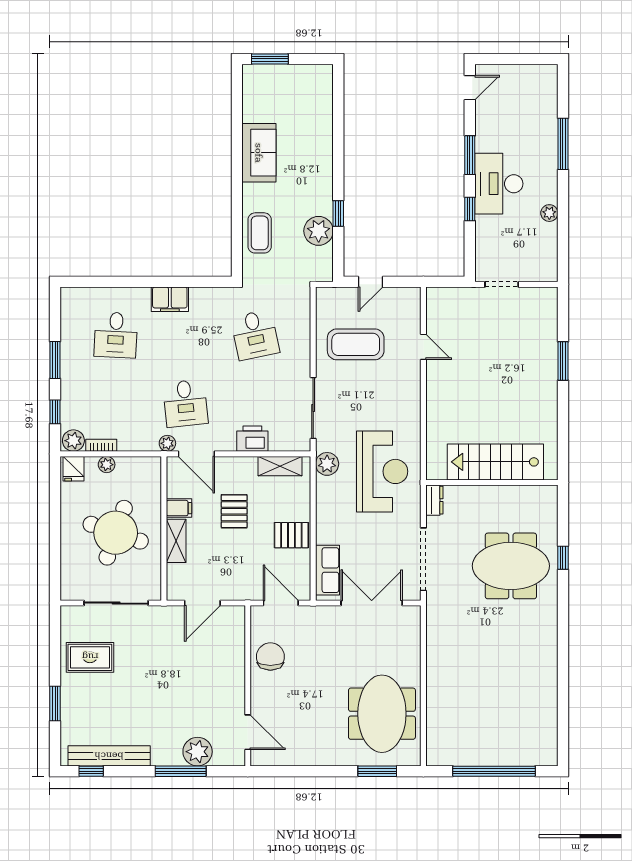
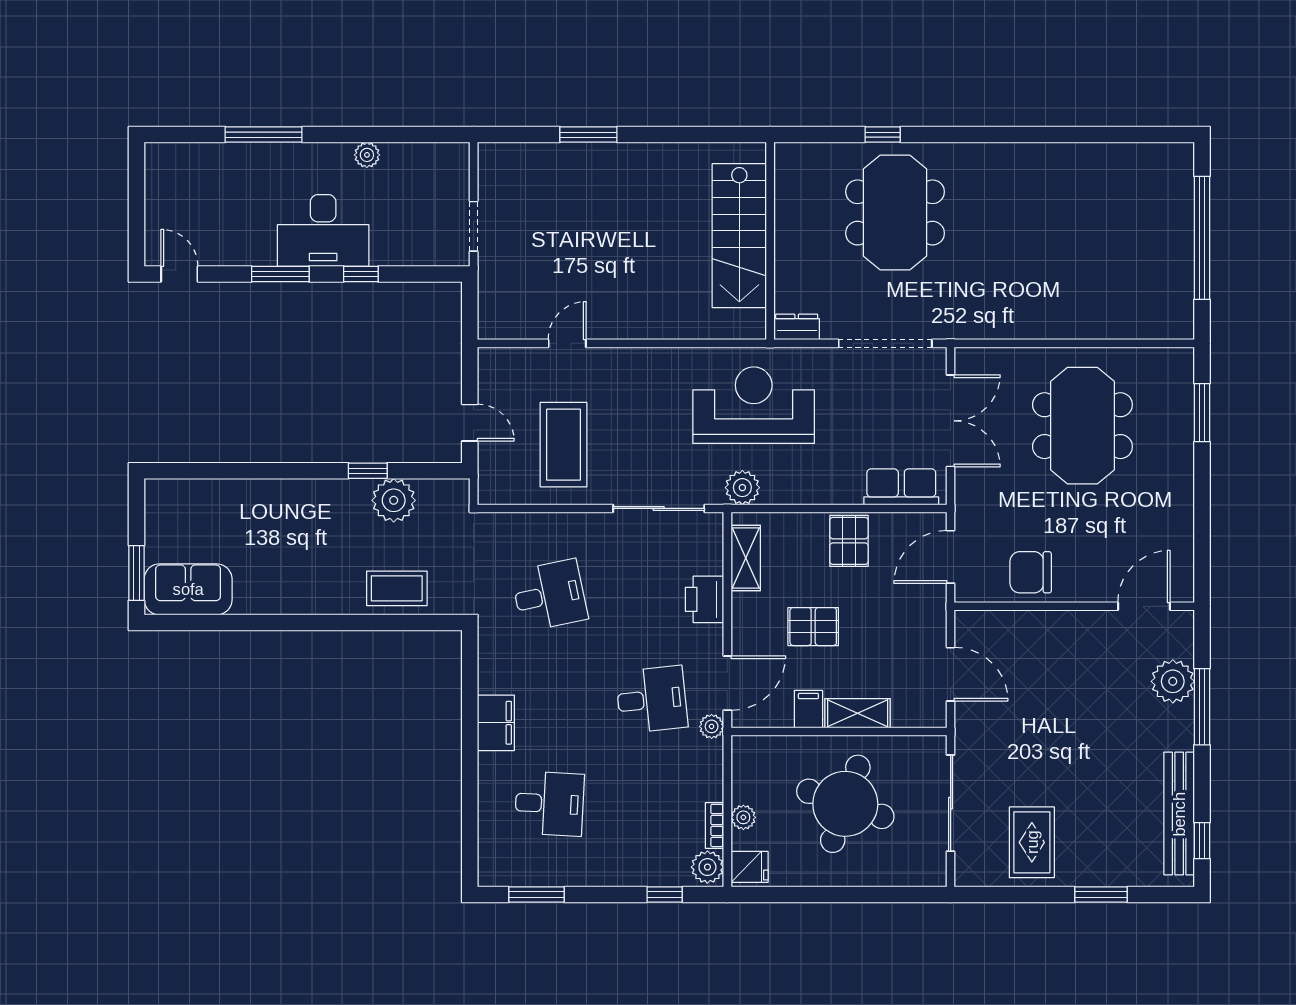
sofa: (259, 153) -> (188, 589), moved
window: (55, 360) -> (536, 895), moved
double door: (372, 603) -> (951, 421), swing flipped
meeting table: (382, 714) -> (1082, 426), moved, turned 90

